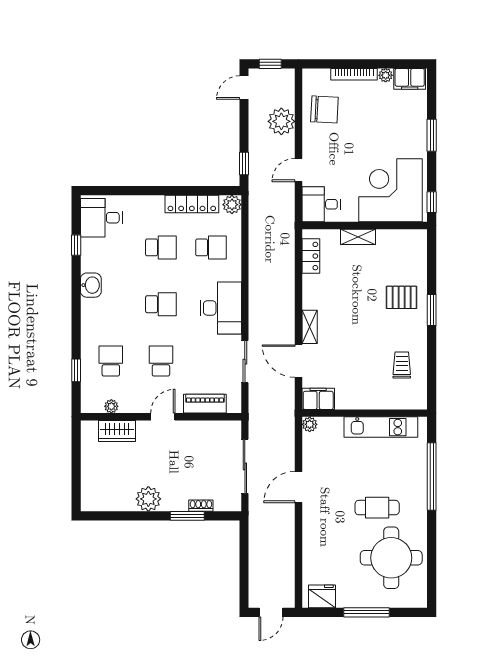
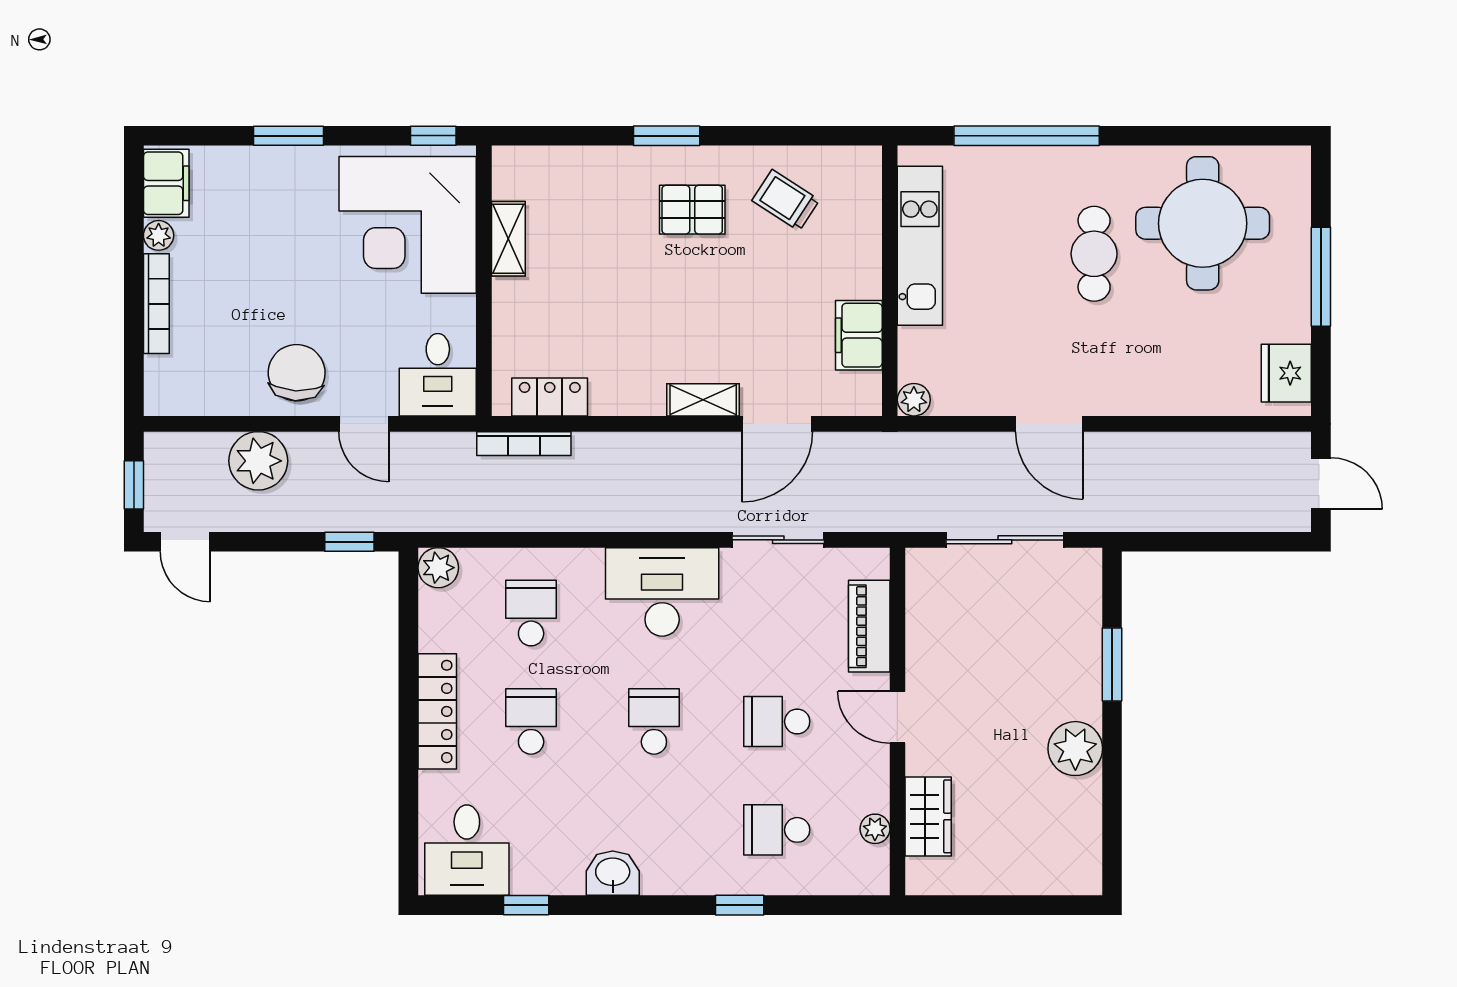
chair: (324, 109) -> (297, 373), moved
locker: (192, 204) -> (437, 711), moved
shelving: (358, 237) -> (508, 239), moved
bookcase: (289, 244) -> (524, 444), added
pallet: (402, 297) -> (692, 210), moved, turned 90
trolley: (402, 365) -> (786, 200), turned 33
window: (76, 370) -> (740, 905), moved
filing cabinet: (318, 399) -> (859, 335), moved
shoe rack: (201, 506) -> (1090, 635), removed

